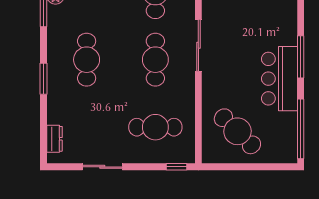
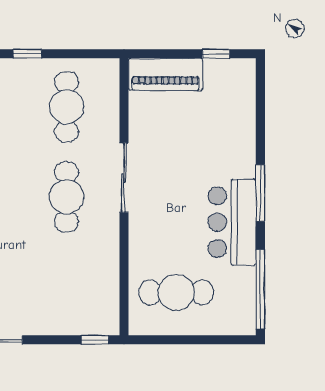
cafe table: (155, 127) -> (66, 287), removed
cafe table: (237, 131) -> (176, 292), turned -44

